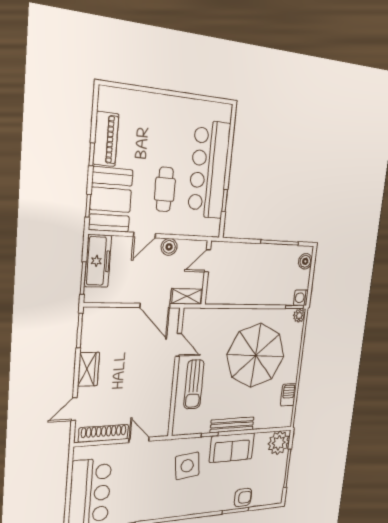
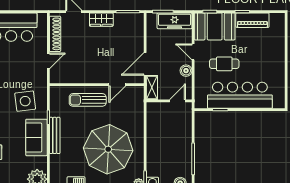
door: (207, 261) -> (178, 101), hinge flipped

